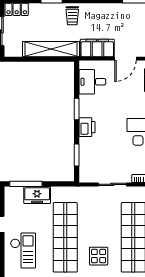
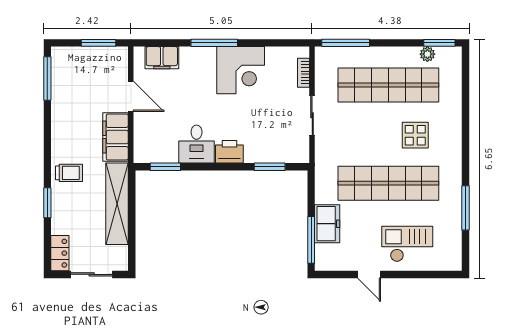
desk: (92, 82) -> (197, 144), moved
window: (77, 109) -> (165, 167), moved

